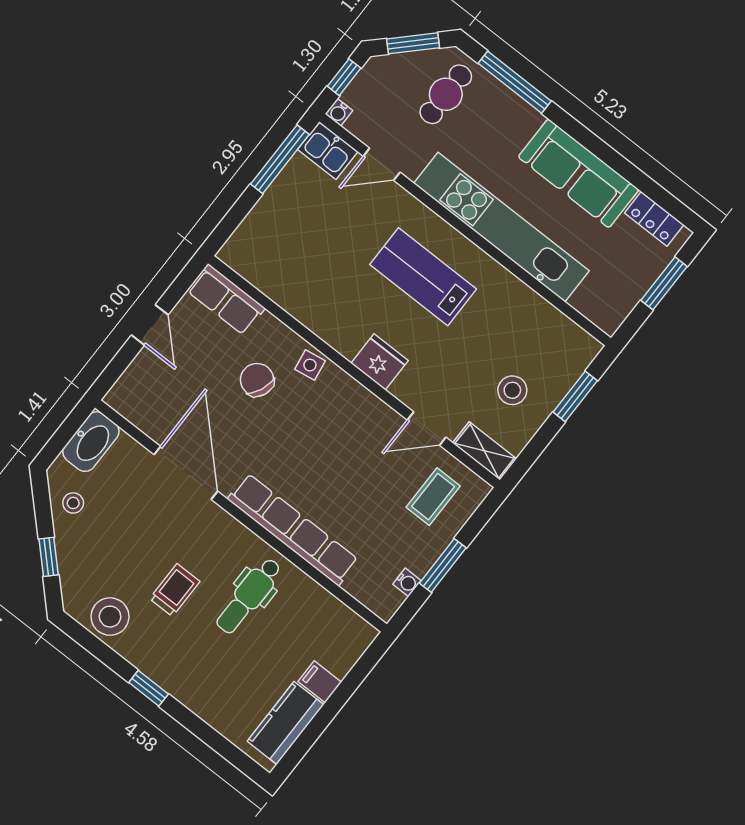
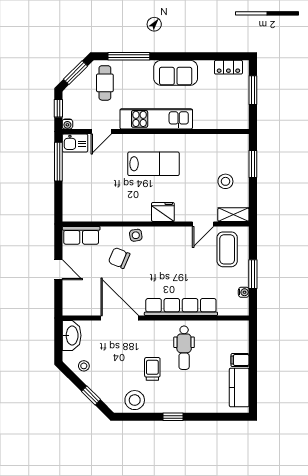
sofa: (579, 173) -> (176, 73), width x0.73
kitchen unit: (501, 227) -> (156, 119), width x0.73
lab bench: (423, 277) -> (154, 164), turned 180
coffee table: (433, 497) -> (227, 249), width x1.36, depth x1.30

